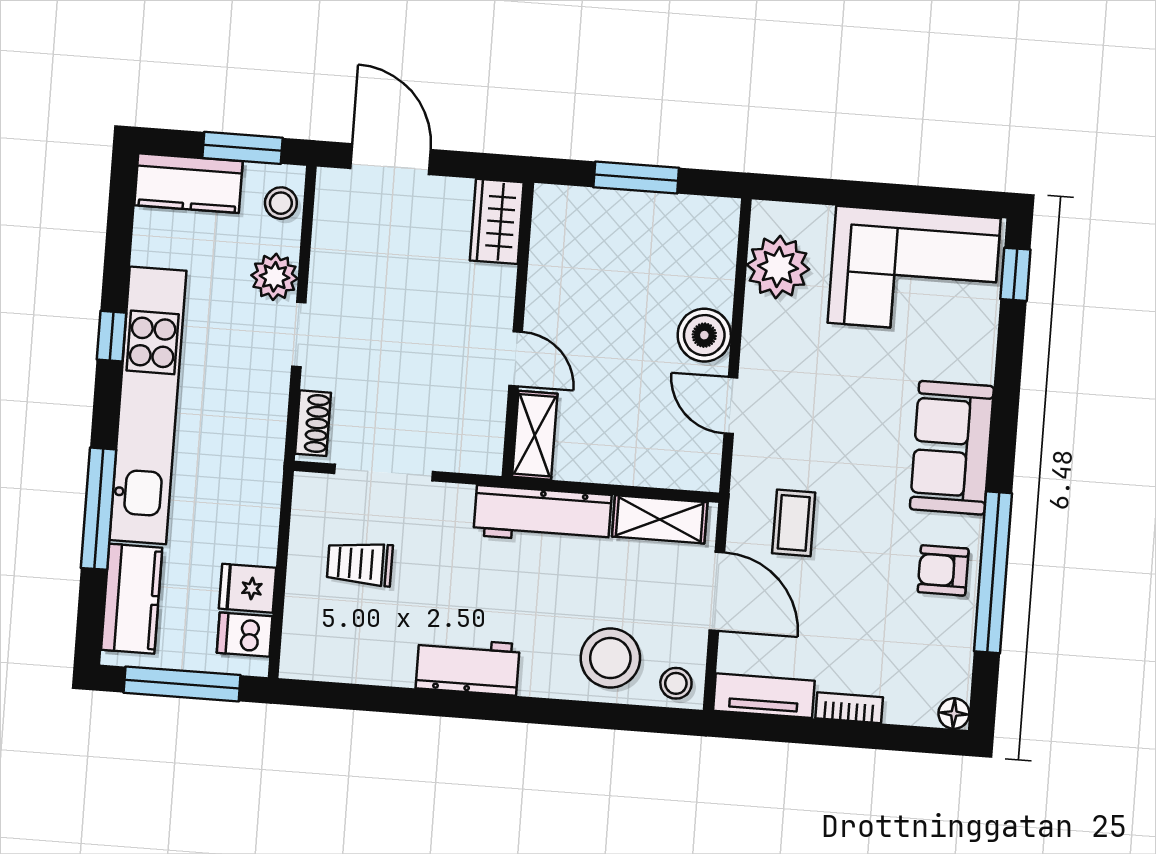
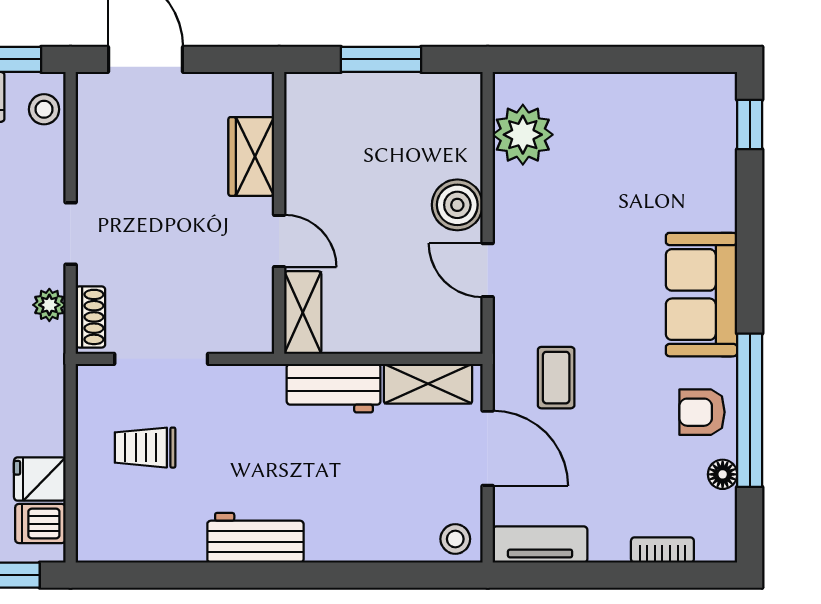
wardrobe: (497, 221) -> (251, 156), moved
corner sofa: (914, 270) -> (653, 128), removed
plant: (275, 277) -> (49, 305), moved, width x0.73, depth x0.73
workbench: (543, 515) -> (334, 388), width x0.73
stool: (610, 658) -> (391, 520), removed
bookcase: (849, 708) -> (662, 550), moved
floor lamp: (954, 713) -> (723, 474), moved

